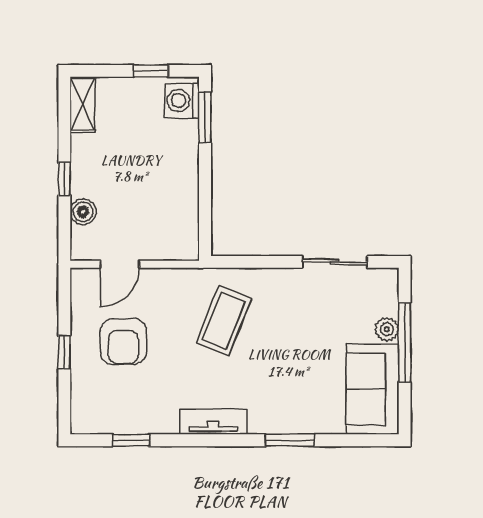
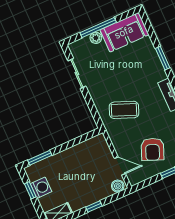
washing machine: (182, 101) -> (41, 188), moved, turned -90
boiler: (83, 212) -> (118, 186), moved
armchair: (123, 341) -> (152, 149), turned 112

